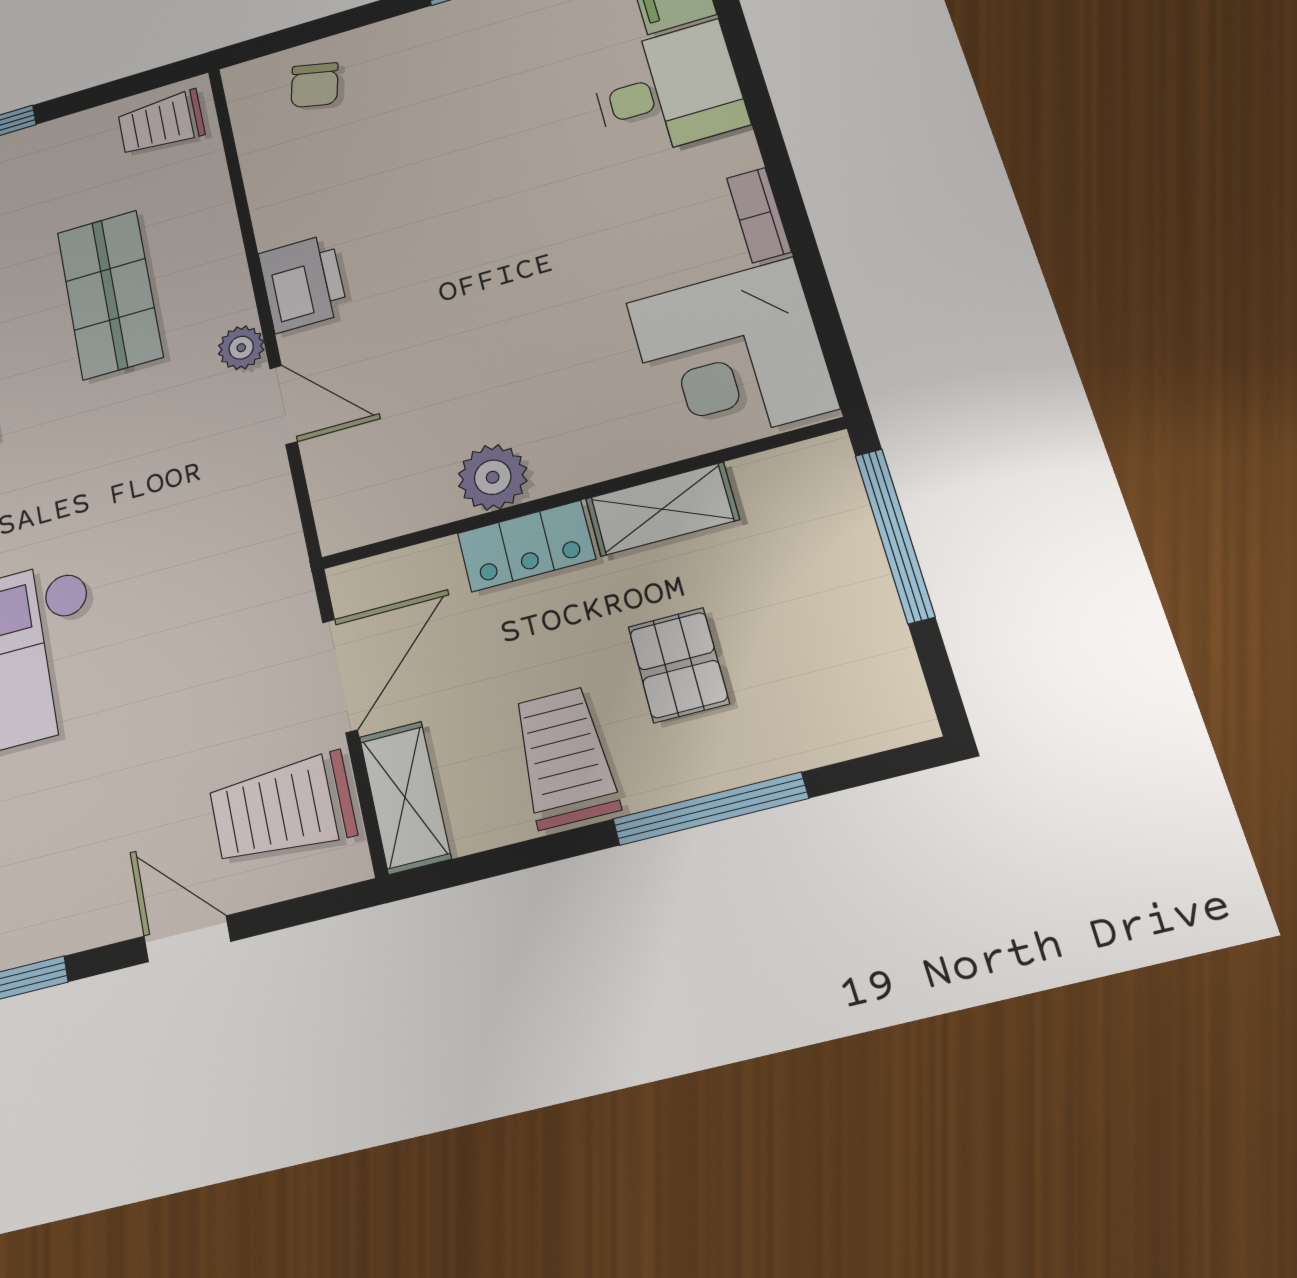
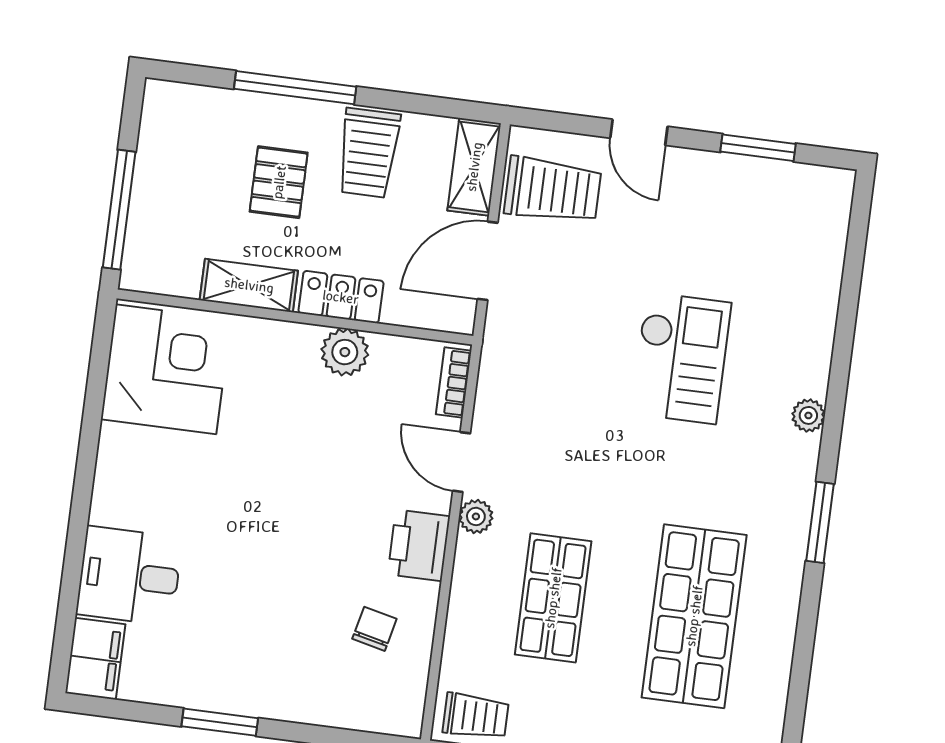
chair: (315, 85) -> (374, 629), moved
bookcase: (759, 215) -> (454, 383), moved, turned 180

